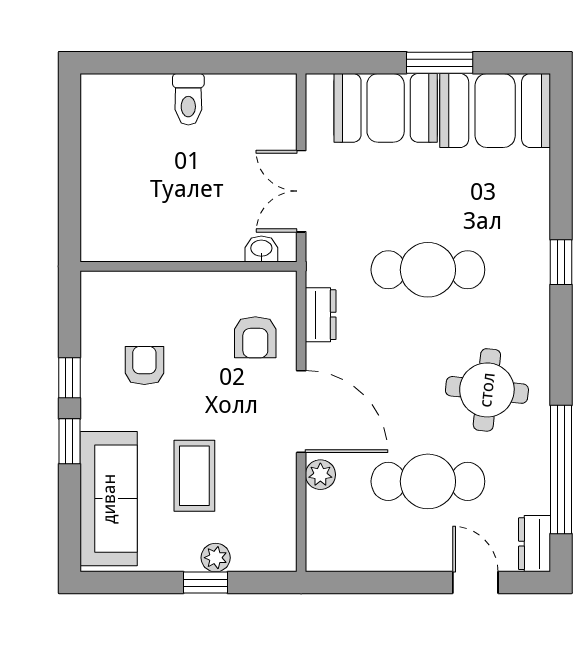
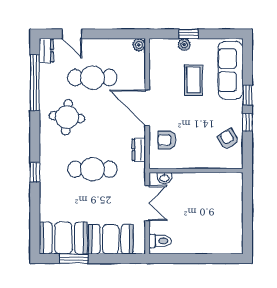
window: (440, 63) -> (74, 259), moved
toilet: (188, 99) -> (160, 241), moved, turned 90
armchair: (255, 337) -> (167, 140), turned -90
armchair: (144, 365) -> (228, 139), moved, turned 149
plant: (320, 475) -> (139, 45), moved

